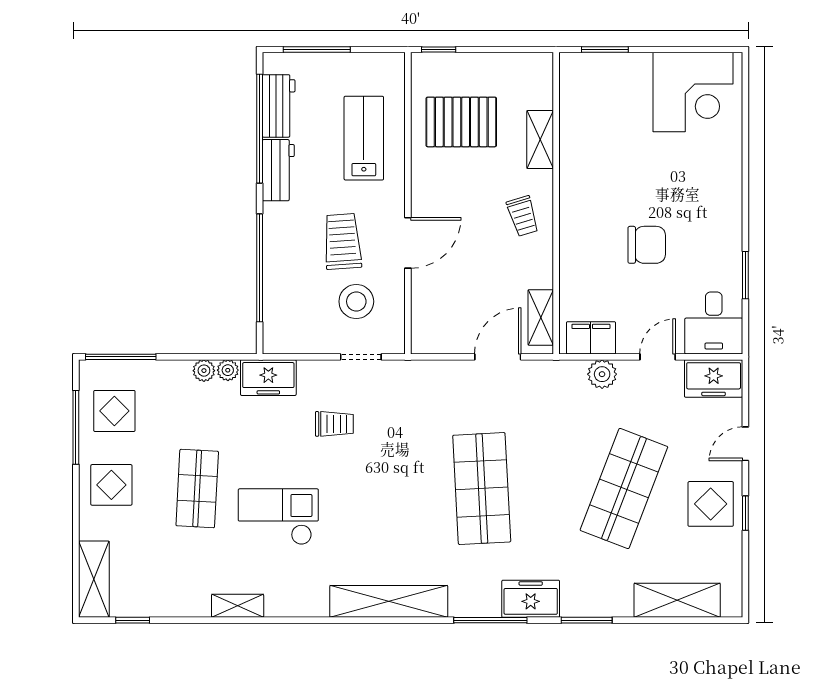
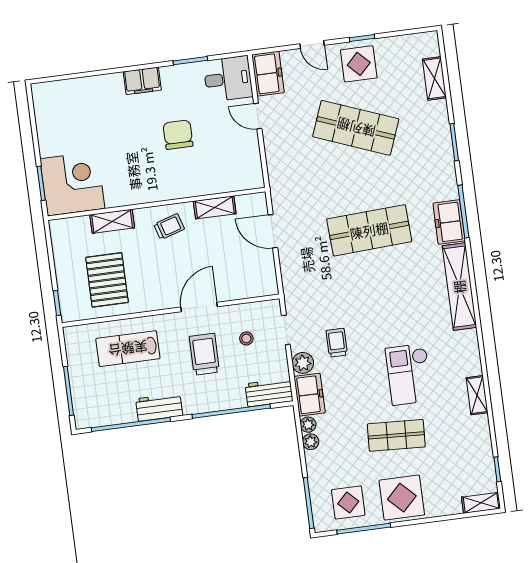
corner desk: (693, 92) -> (72, 184), moved
workbench: (279, 106) -> (269, 392), moved
trolley: (342, 241) -> (204, 354), turned 94
door: (408, 243) -> (199, 307), hinge flipped
stool: (356, 301) -> (246, 338), width x0.53, depth x0.53
shelving: (541, 317) -> (215, 207), moved
filing cabinet: (591, 338) -> (142, 81), moved, turned -90
plant: (602, 374) -> (303, 363), moved
display table: (111, 485) -> (402, 498), width x1.36, depth x1.36
shelving: (94, 579) -> (481, 503), width x0.67, depth x0.75
freezer: (531, 599) -> (449, 222), moved
shelving: (677, 600) -> (434, 78), width x0.67, depth x0.75

